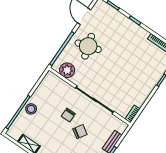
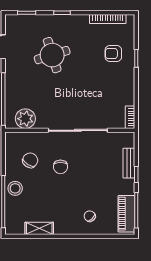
round table: (88, 46) -> (52, 55), moved
armchair: (149, 67) -> (113, 54), added
chair: (80, 132) -> (30, 160), moved

